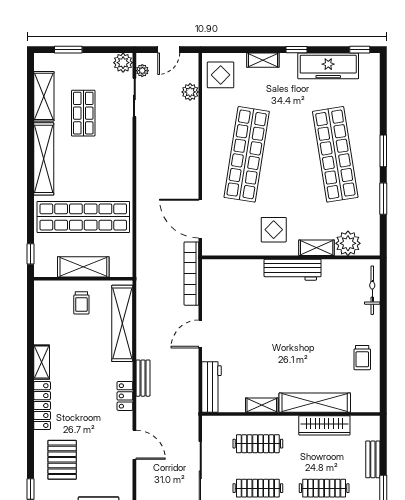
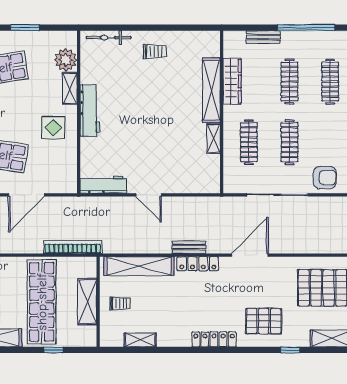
door: (200, 219) -> (26, 195), moved
window: (31, 254) -> (54, 350), moved
bookcase: (191, 274) -> (73, 247), moved, turned 180
trolley: (362, 358) -> (155, 52), moved
shelving: (42, 362) -> (140, 340), moved
workbench: (211, 387) -> (103, 185), moved
locker: (125, 396) -> (198, 264), width x1.53
door: (134, 445) -> (250, 255), width x1.36

